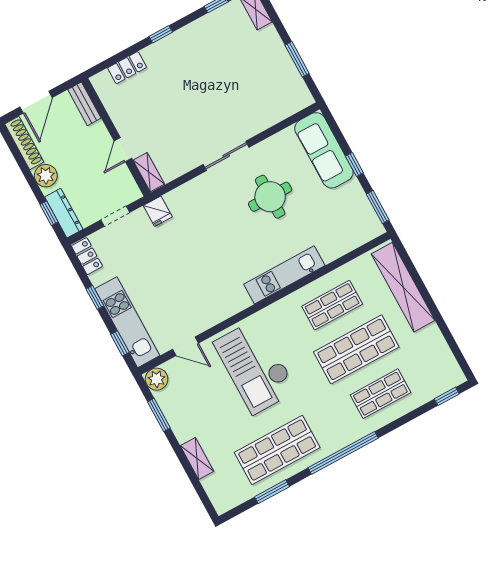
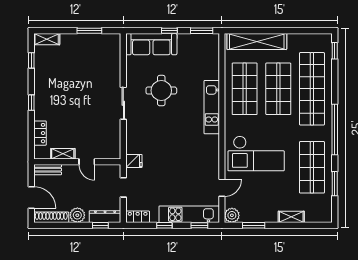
shelving: (149, 172) -> (63, 154), moved
shop shelf: (332, 305) -> (245, 89), width x1.43, depth x1.36
shop shelf: (380, 394) -> (312, 89), width x2.00, depth x1.36

